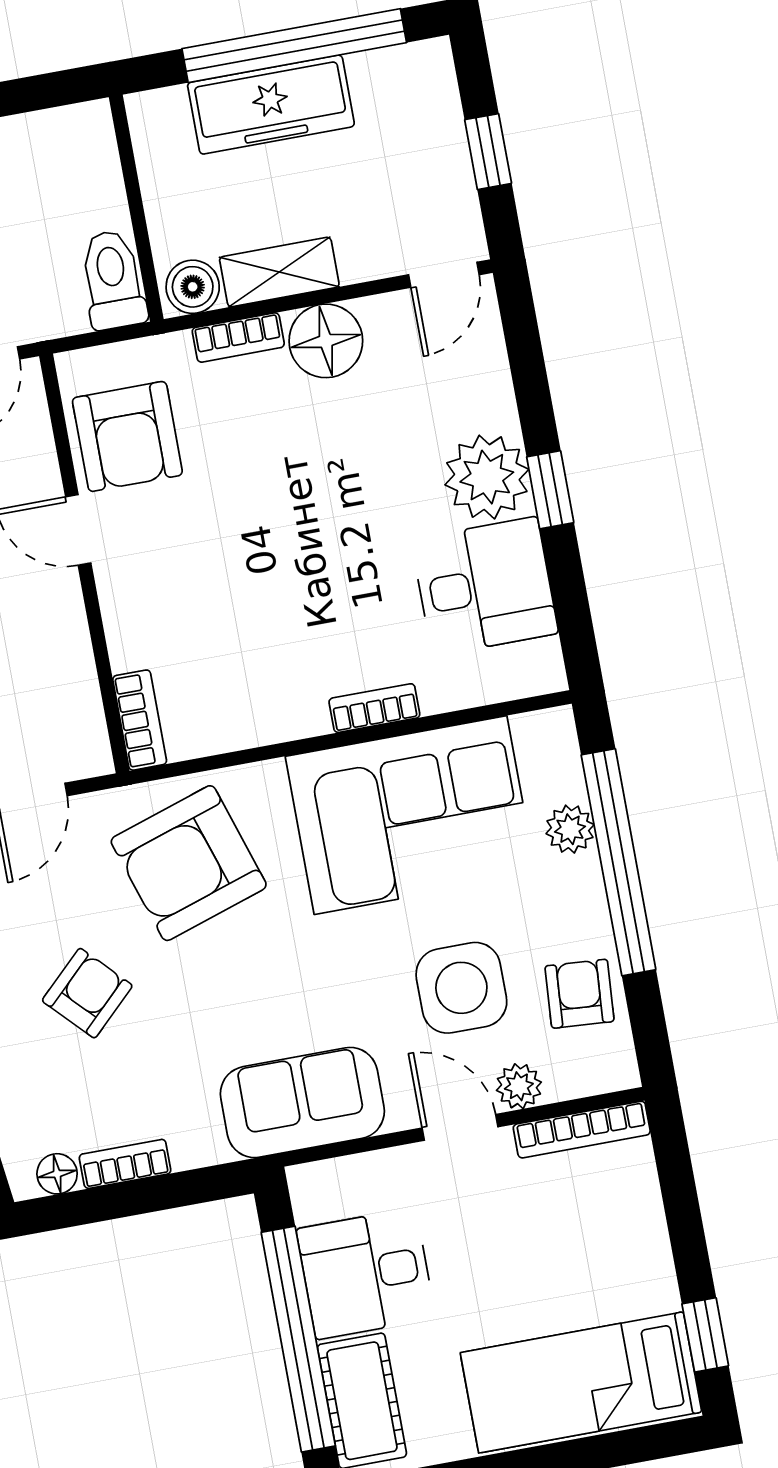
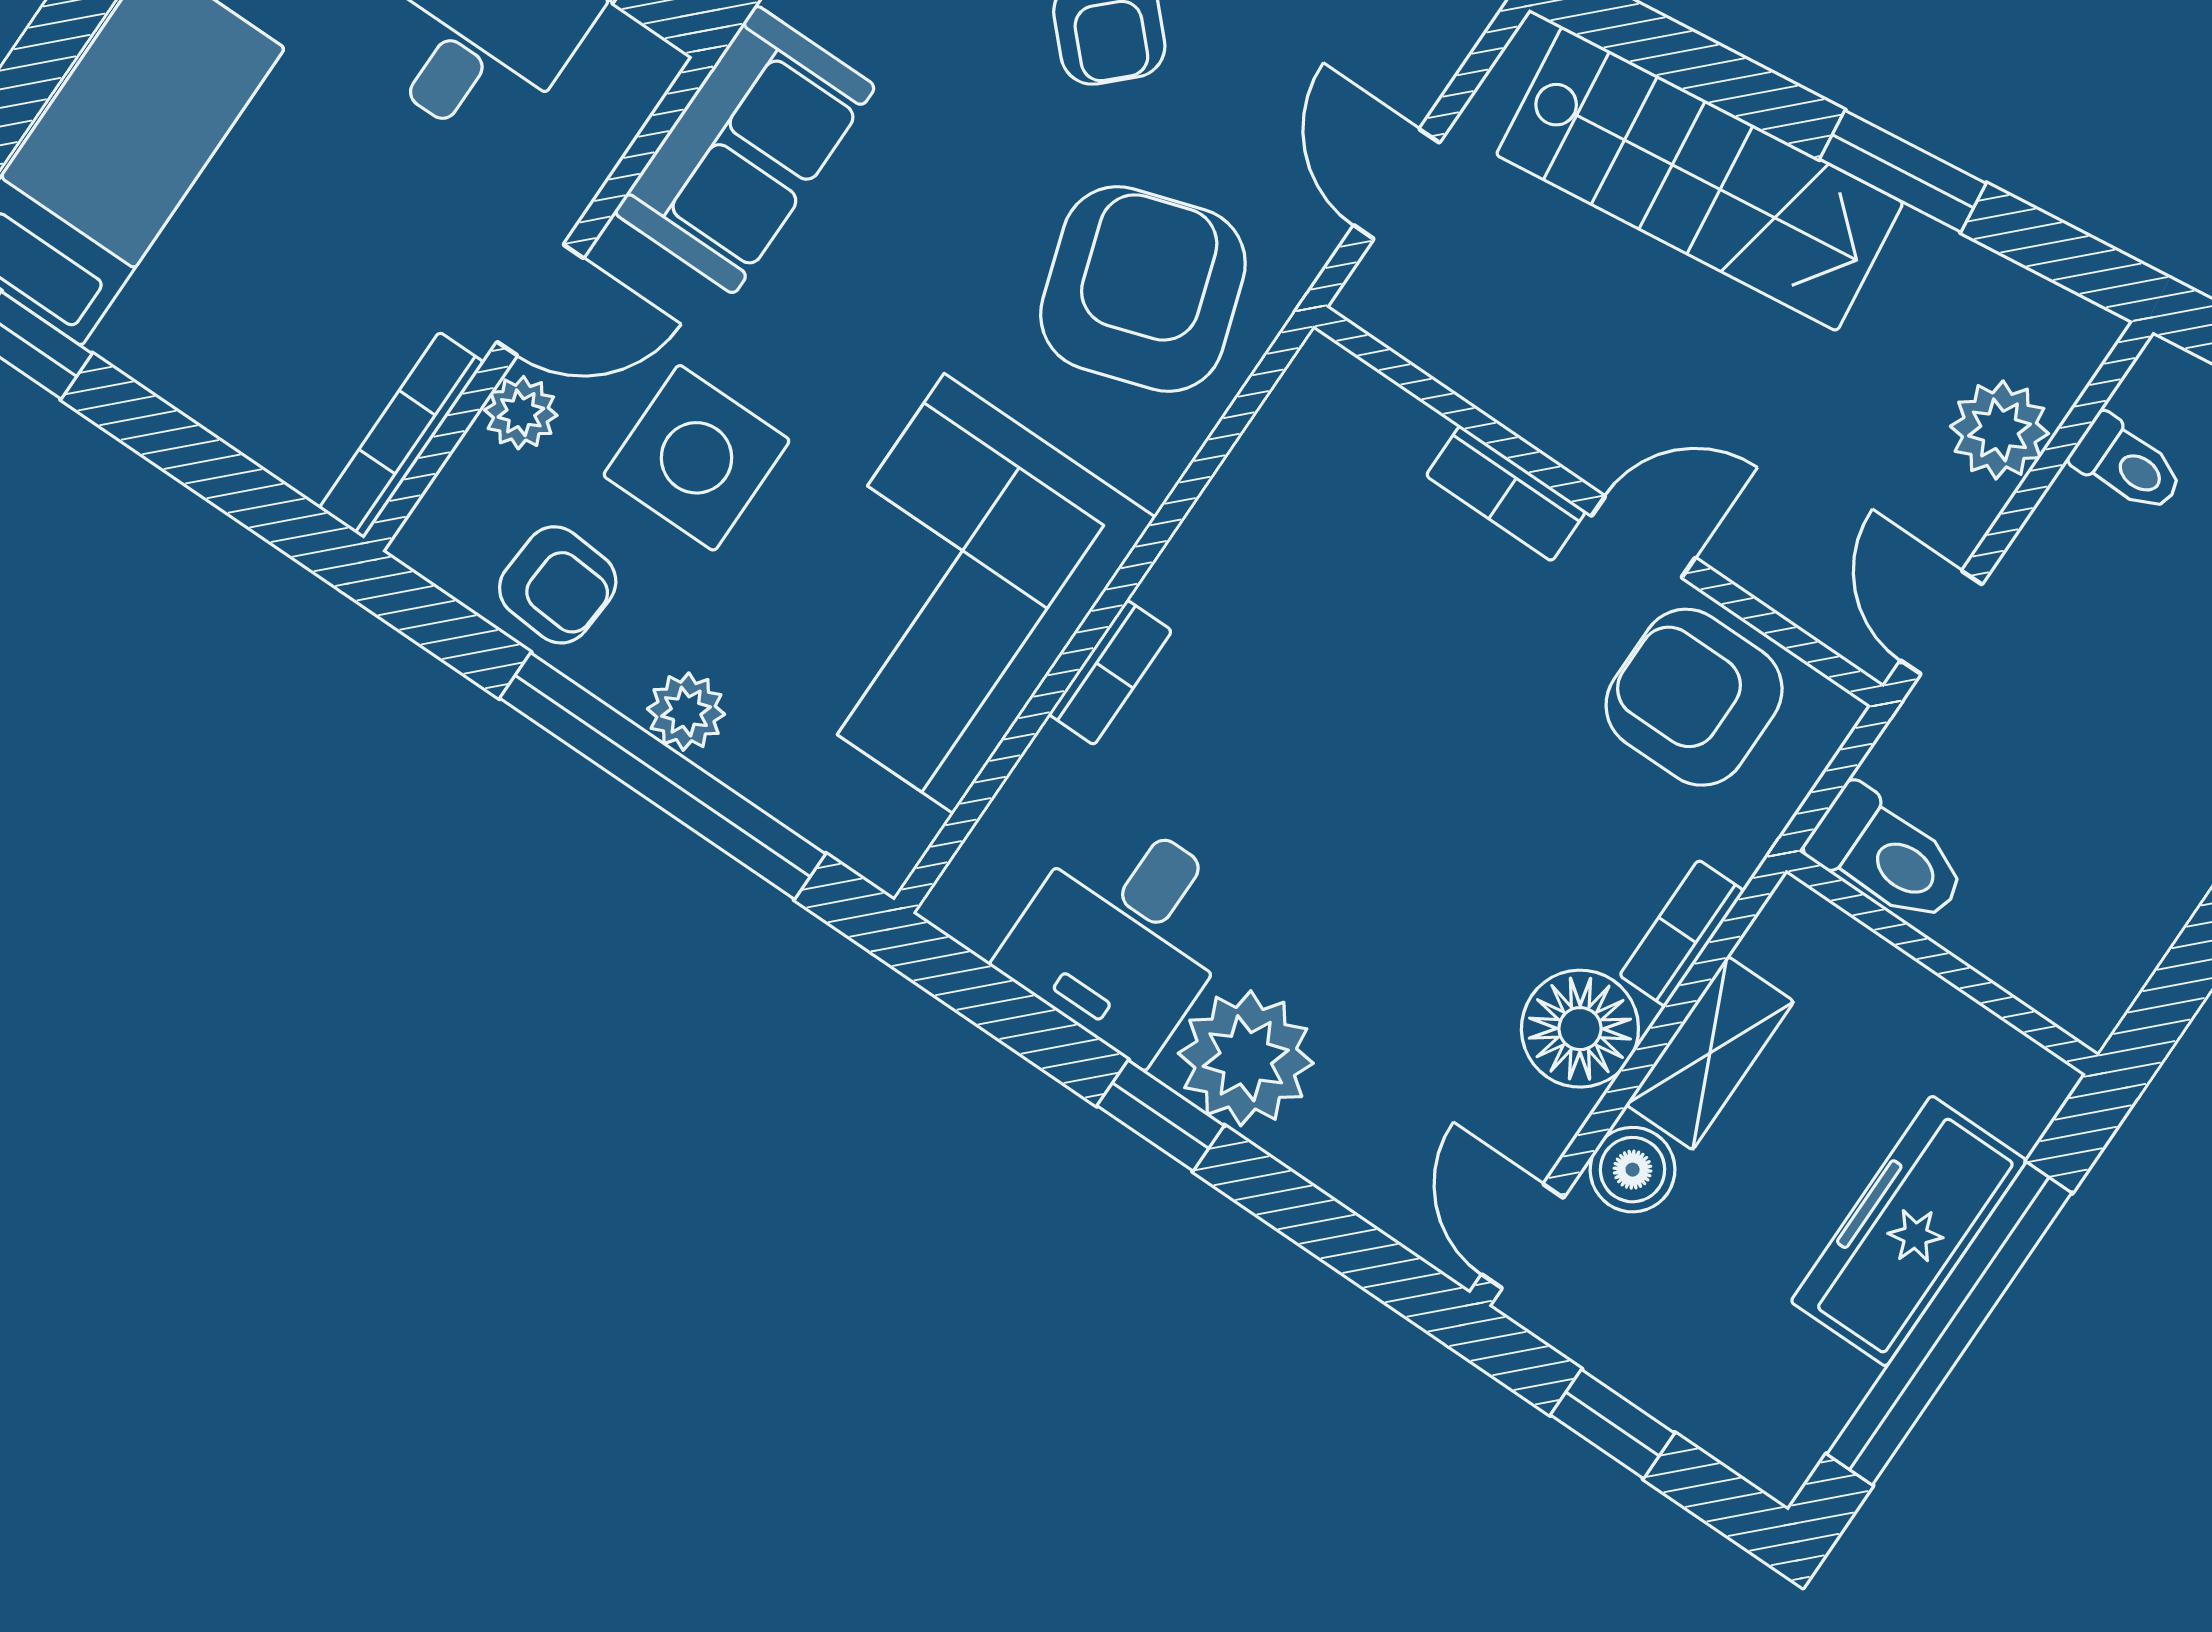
boiler: (193, 287) -> (1633, 1170), moved
bookcase: (140, 720) -> (1506, 493), moved
plant: (570, 829) -> (686, 712), moved

